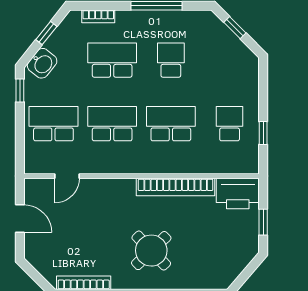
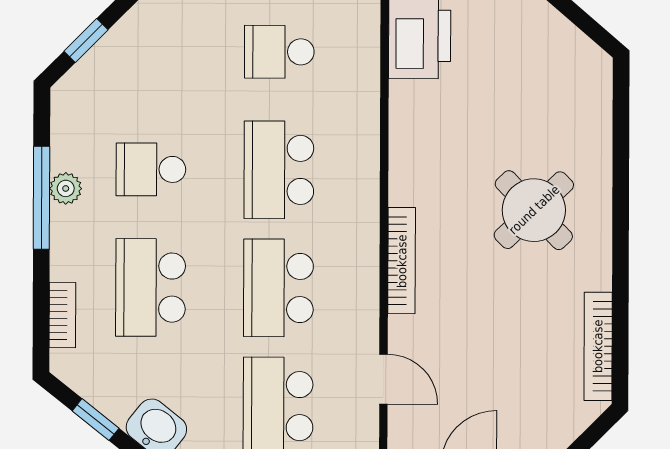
plant: (161, 18) -> (66, 188), added
bookcase: (176, 187) -> (402, 261), moved, width x0.68, depth x0.76

